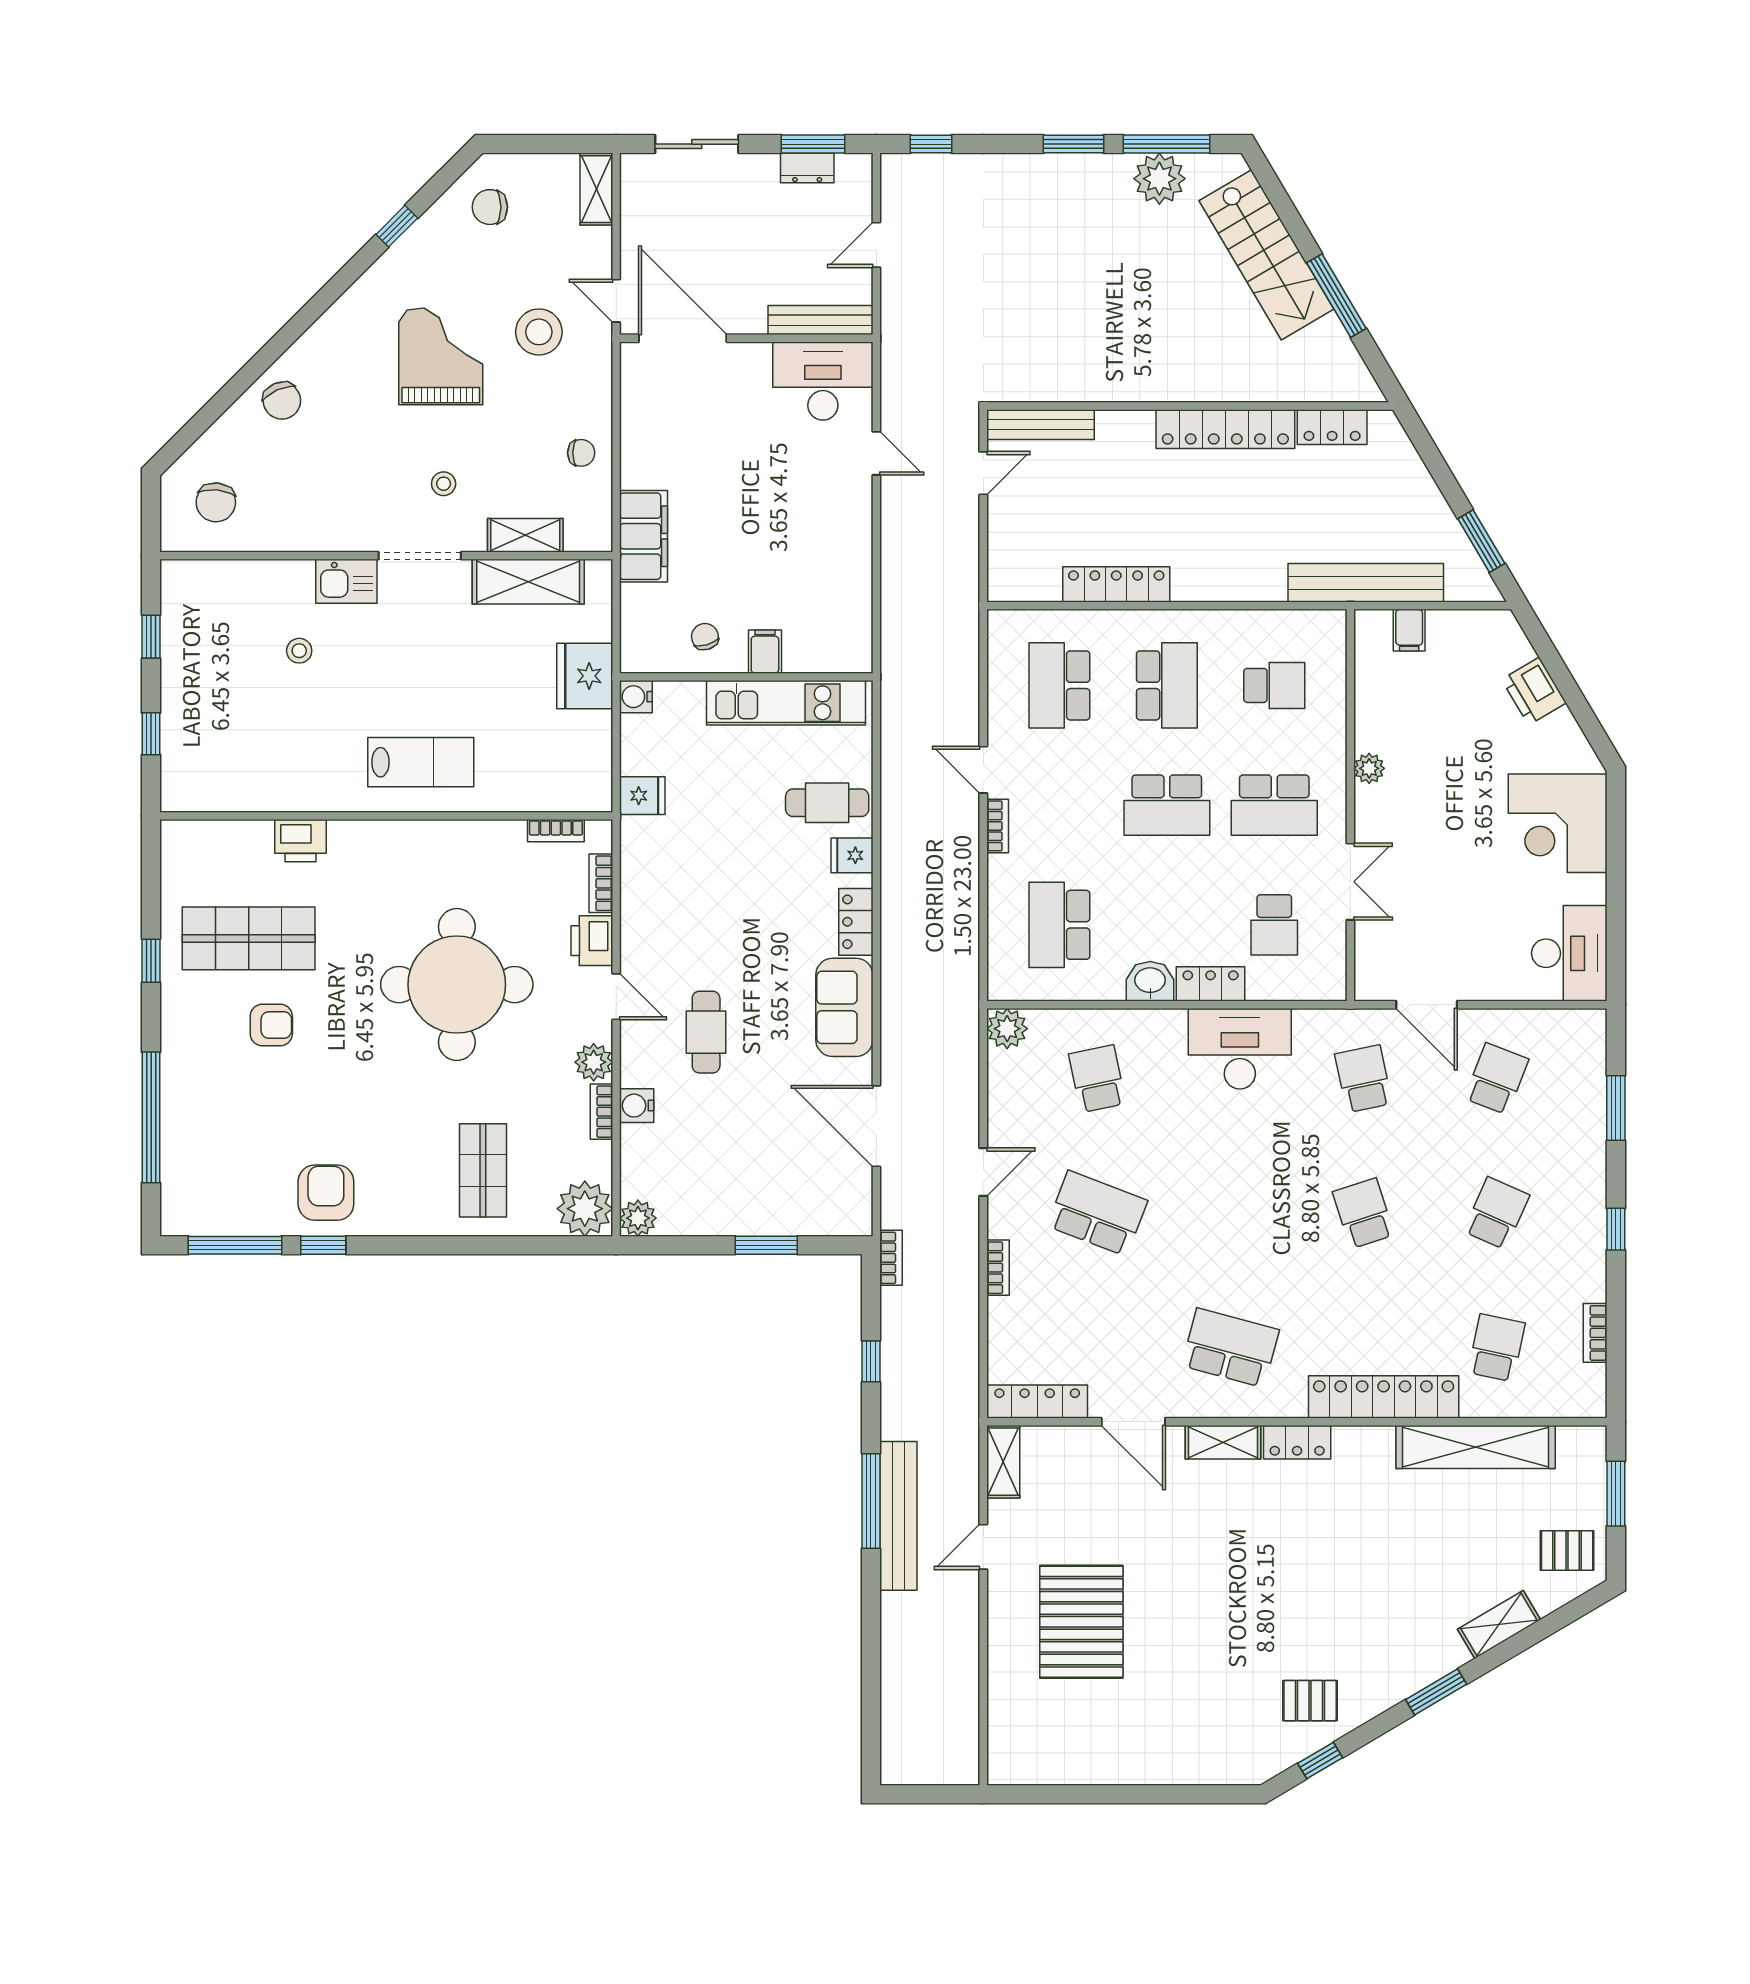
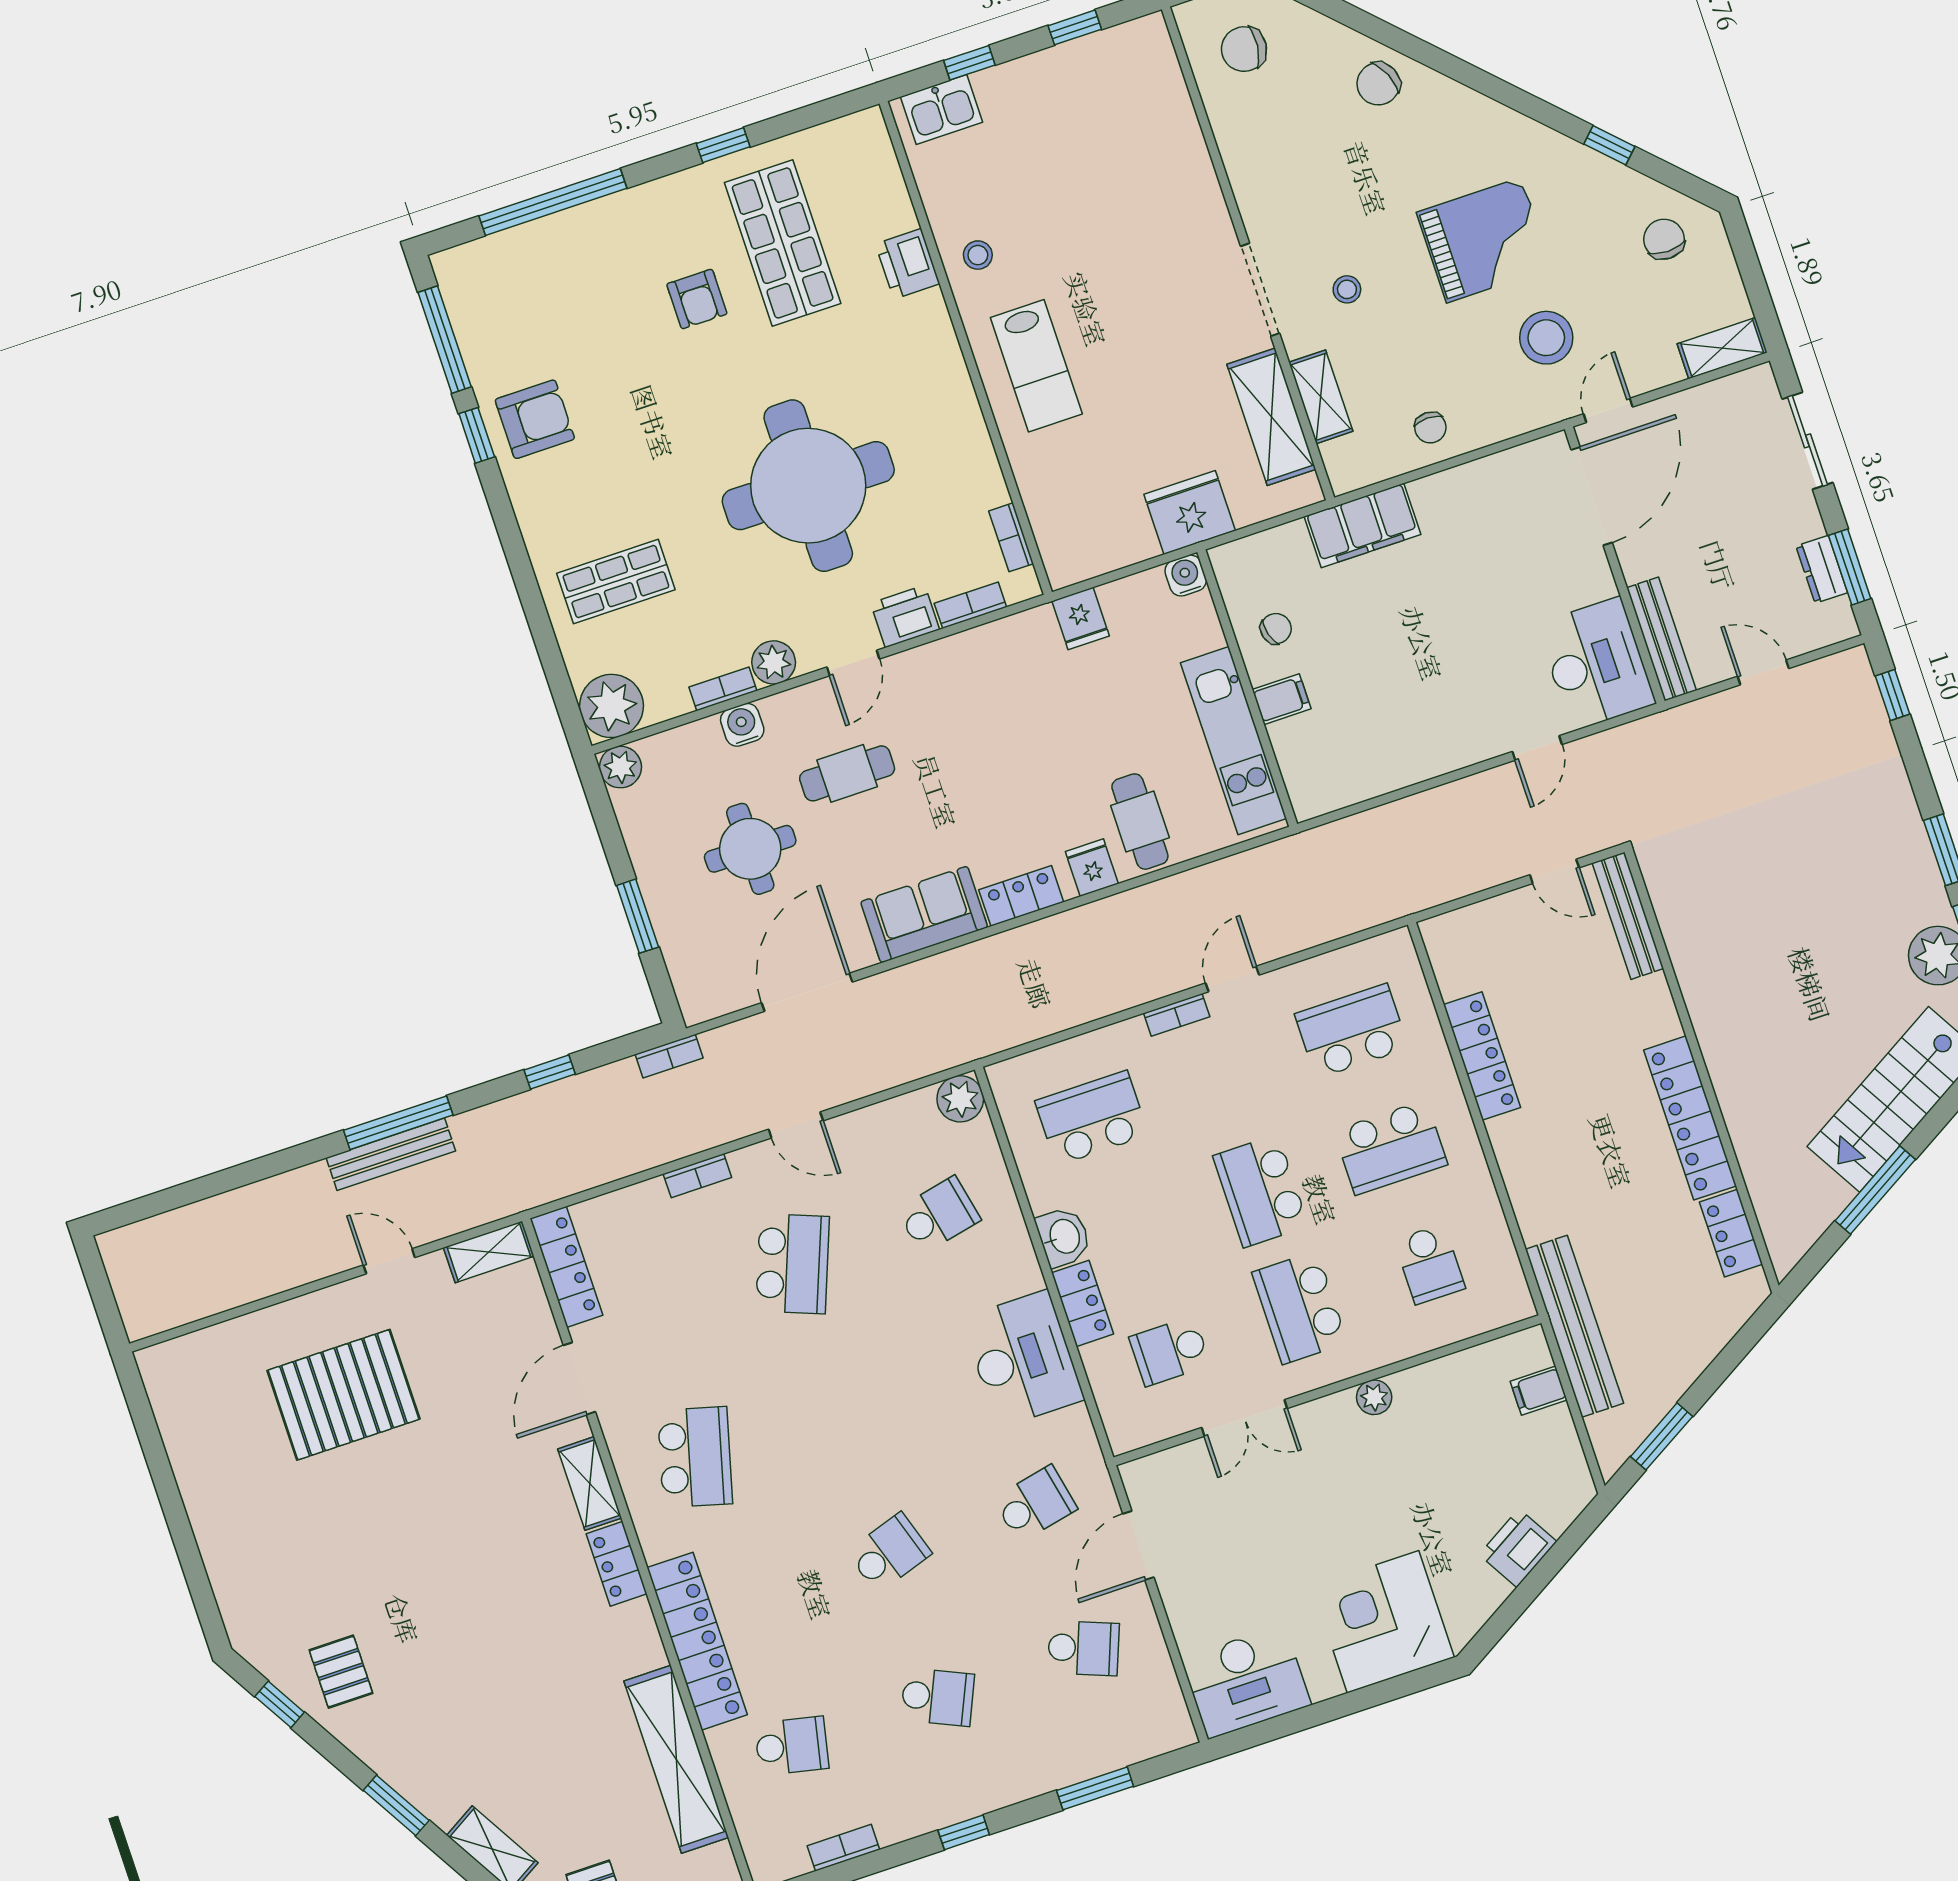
kitchen sink: (346, 581) -> (941, 110), moved, turned -90
stool: (299, 651) -> (978, 255), moved
round table: (742, 1133) -> (750, 849), added
bench: (898, 1516) -> (391, 1154), width x0.73, depth x0.82

